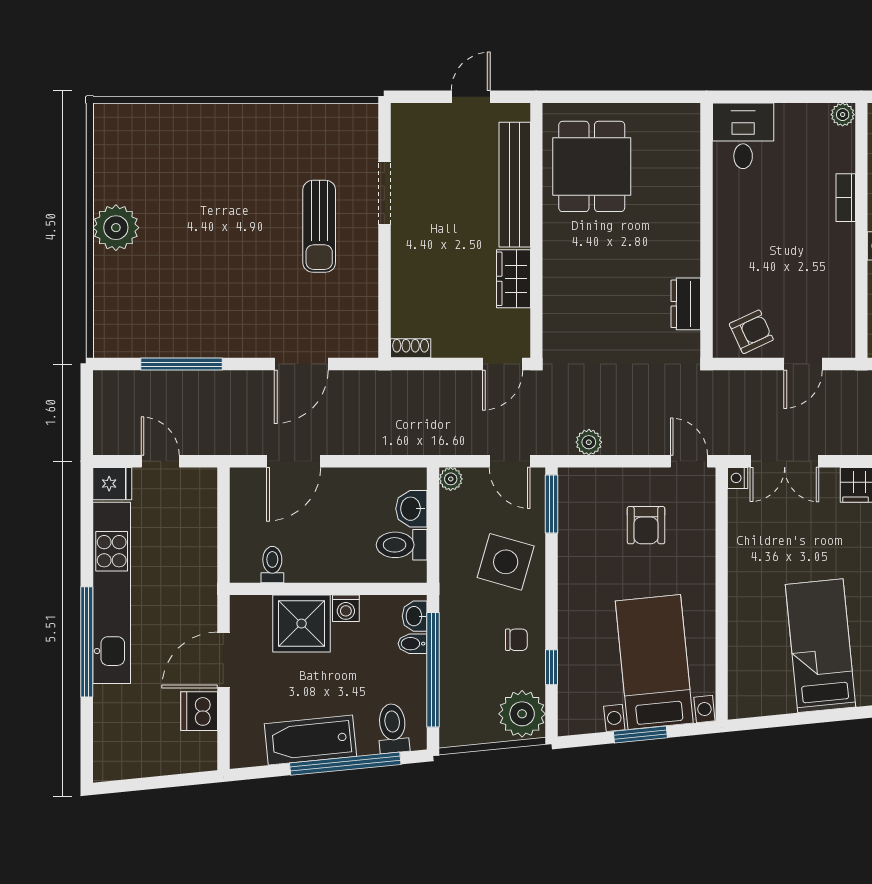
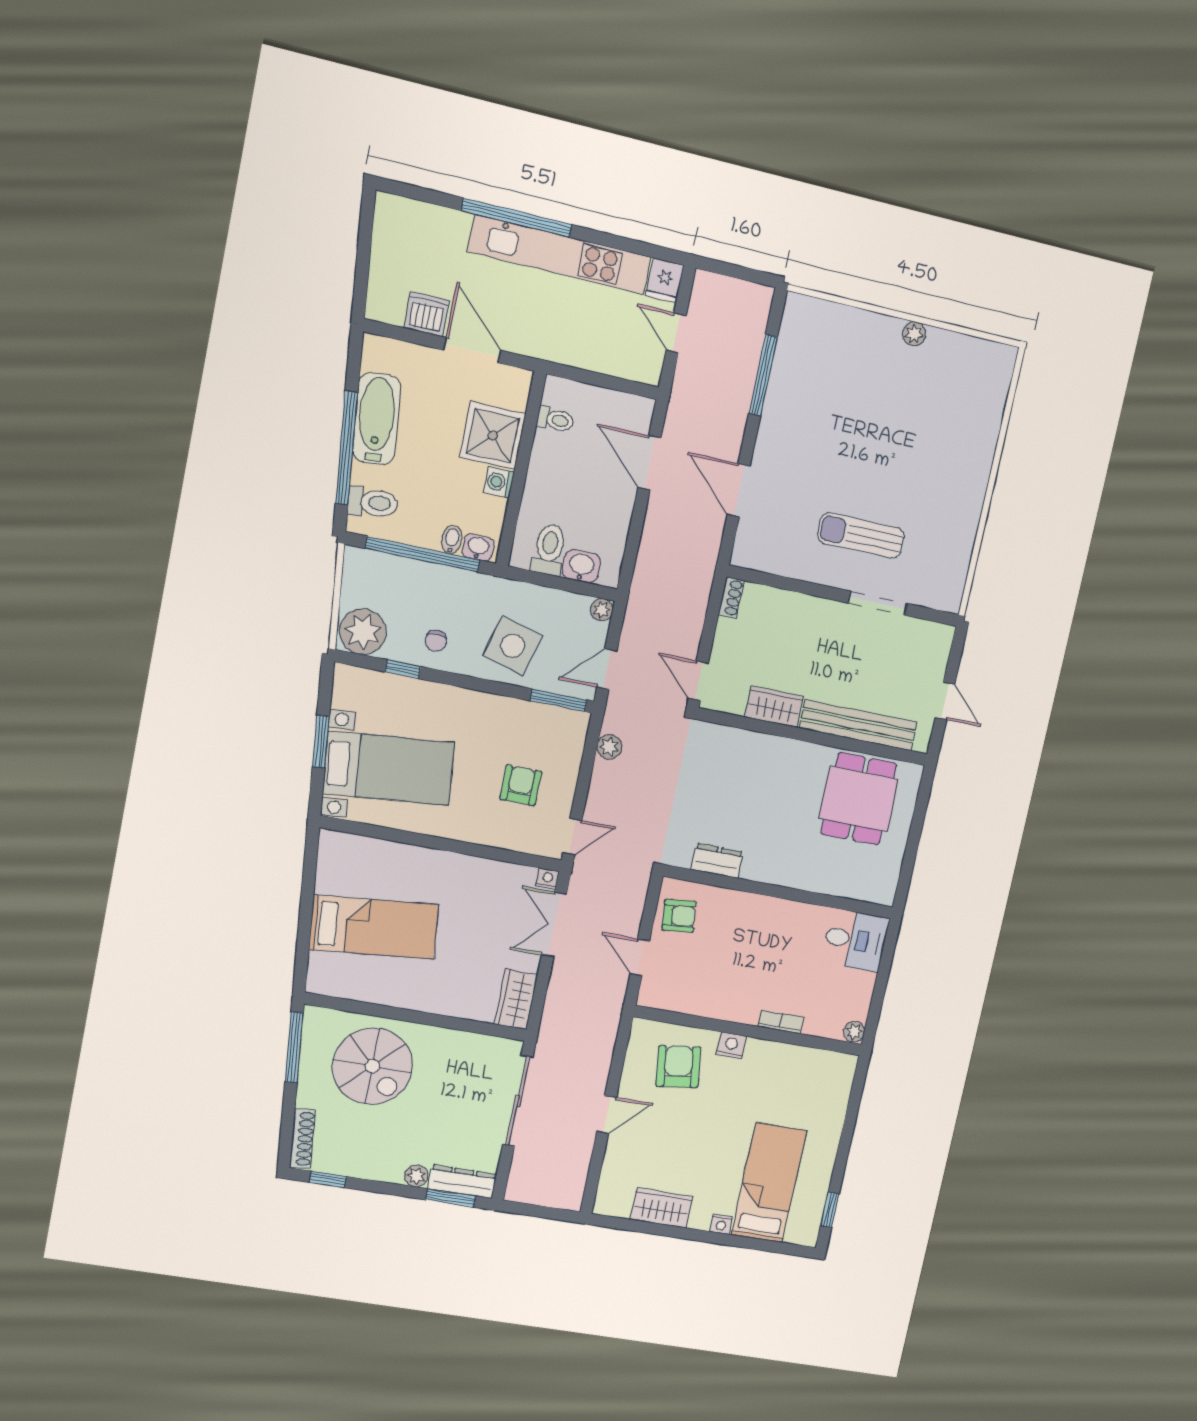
dining table: (592, 166) -> (859, 799), turned 90
plant: (116, 228) -> (914, 334), width x0.53, depth x0.53
armchair: (751, 332) -> (679, 916), turned -71
door: (160, 461) -> (676, 333), swing flipped
armchair: (646, 525) -> (521, 785), turned 90

